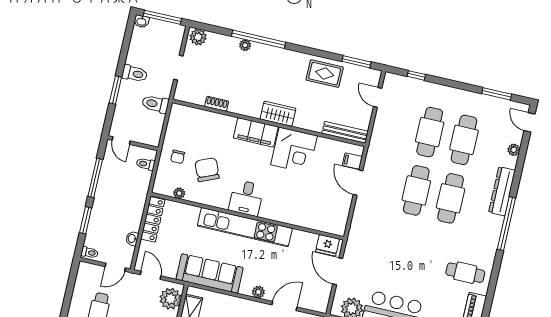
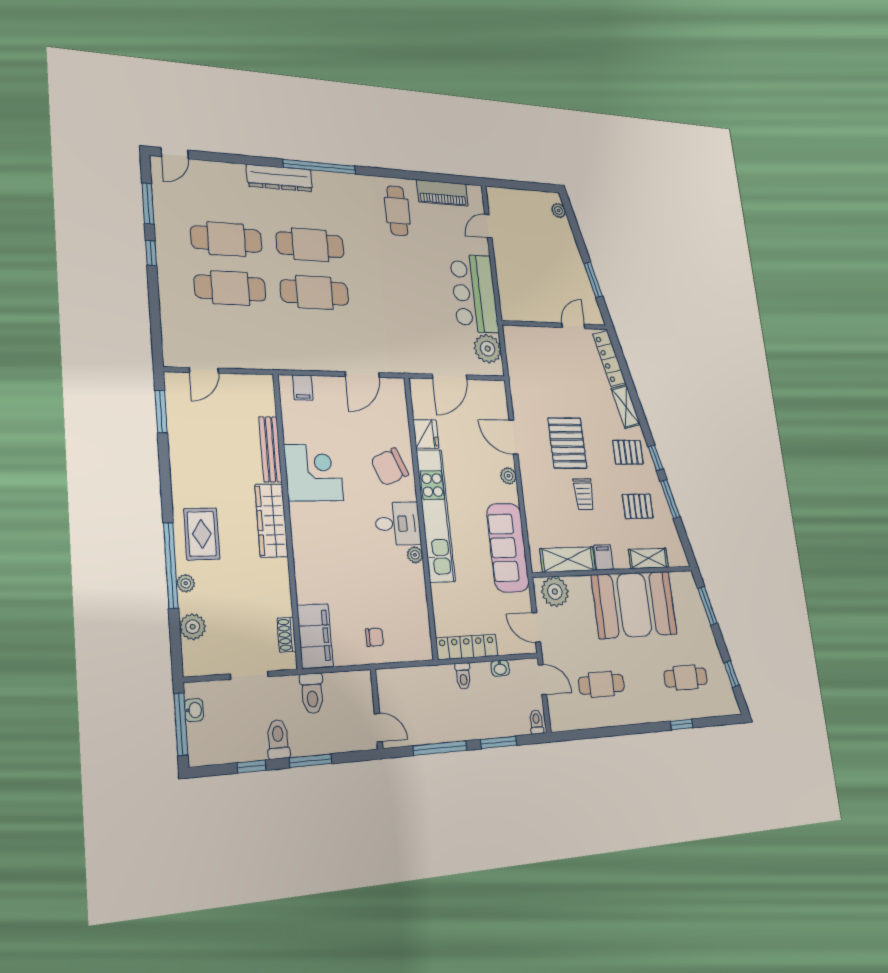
washbasin: (141, 21) -> (194, 710), moved
plant: (198, 37) -> (193, 627), moved
window: (124, 52) -> (252, 766), added
rug: (325, 74) -> (202, 534), moved
window: (416, 75) -> (151, 253), moved
shoe rack: (217, 104) -> (287, 635), moved
wardrobe: (278, 114) -> (271, 520), width x1.50
filing cabinet: (256, 132) -> (315, 636), moved
bench: (345, 132) -> (270, 449), moved
door: (121, 141) -> (378, 728), hinge flipped
plant: (514, 150) -> (219, 170), removed
toilet: (146, 164) -> (463, 676), moved
chair: (207, 170) -> (390, 467), moved
door: (358, 183) -> (362, 374), moved
plant: (179, 193) -> (415, 555), moved
fridge: (328, 245) -> (426, 434), moved
door: (151, 275) -> (536, 627), hinge flipped

